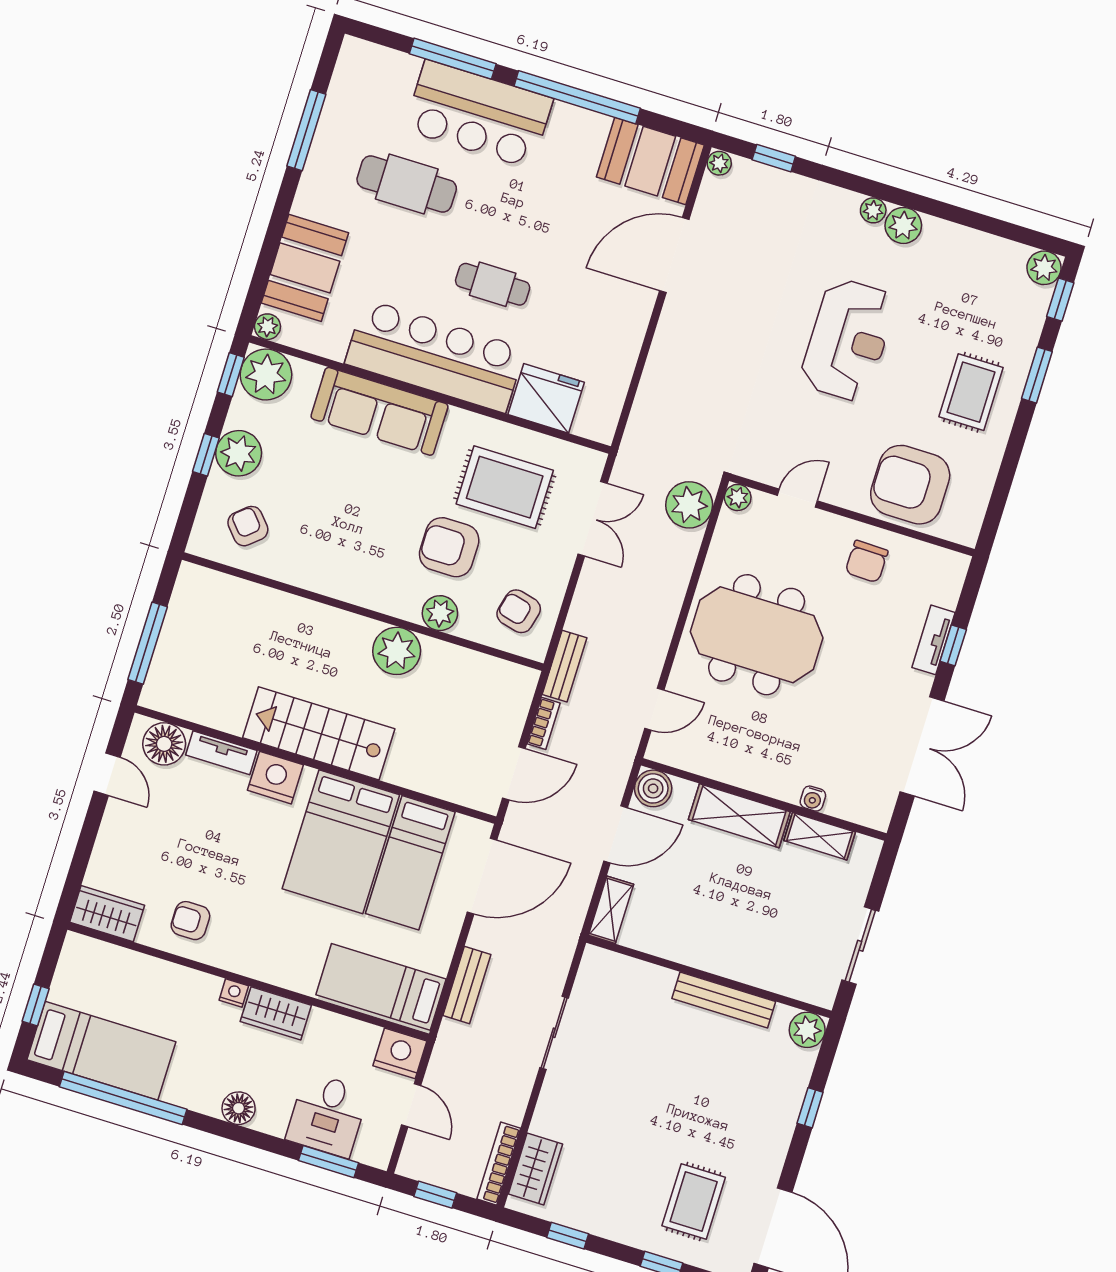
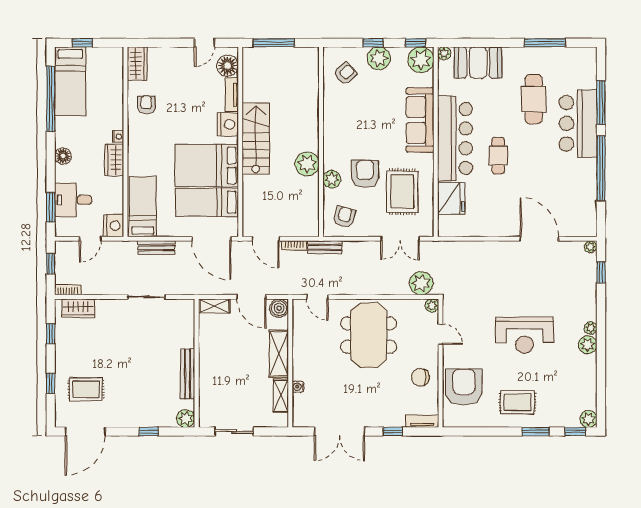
booth: (650, 161) -> (581, 213), removed
tv unit: (933, 640) -> (422, 421), moved
bookcase: (499, 1164) -> (68, 290), width x0.64

